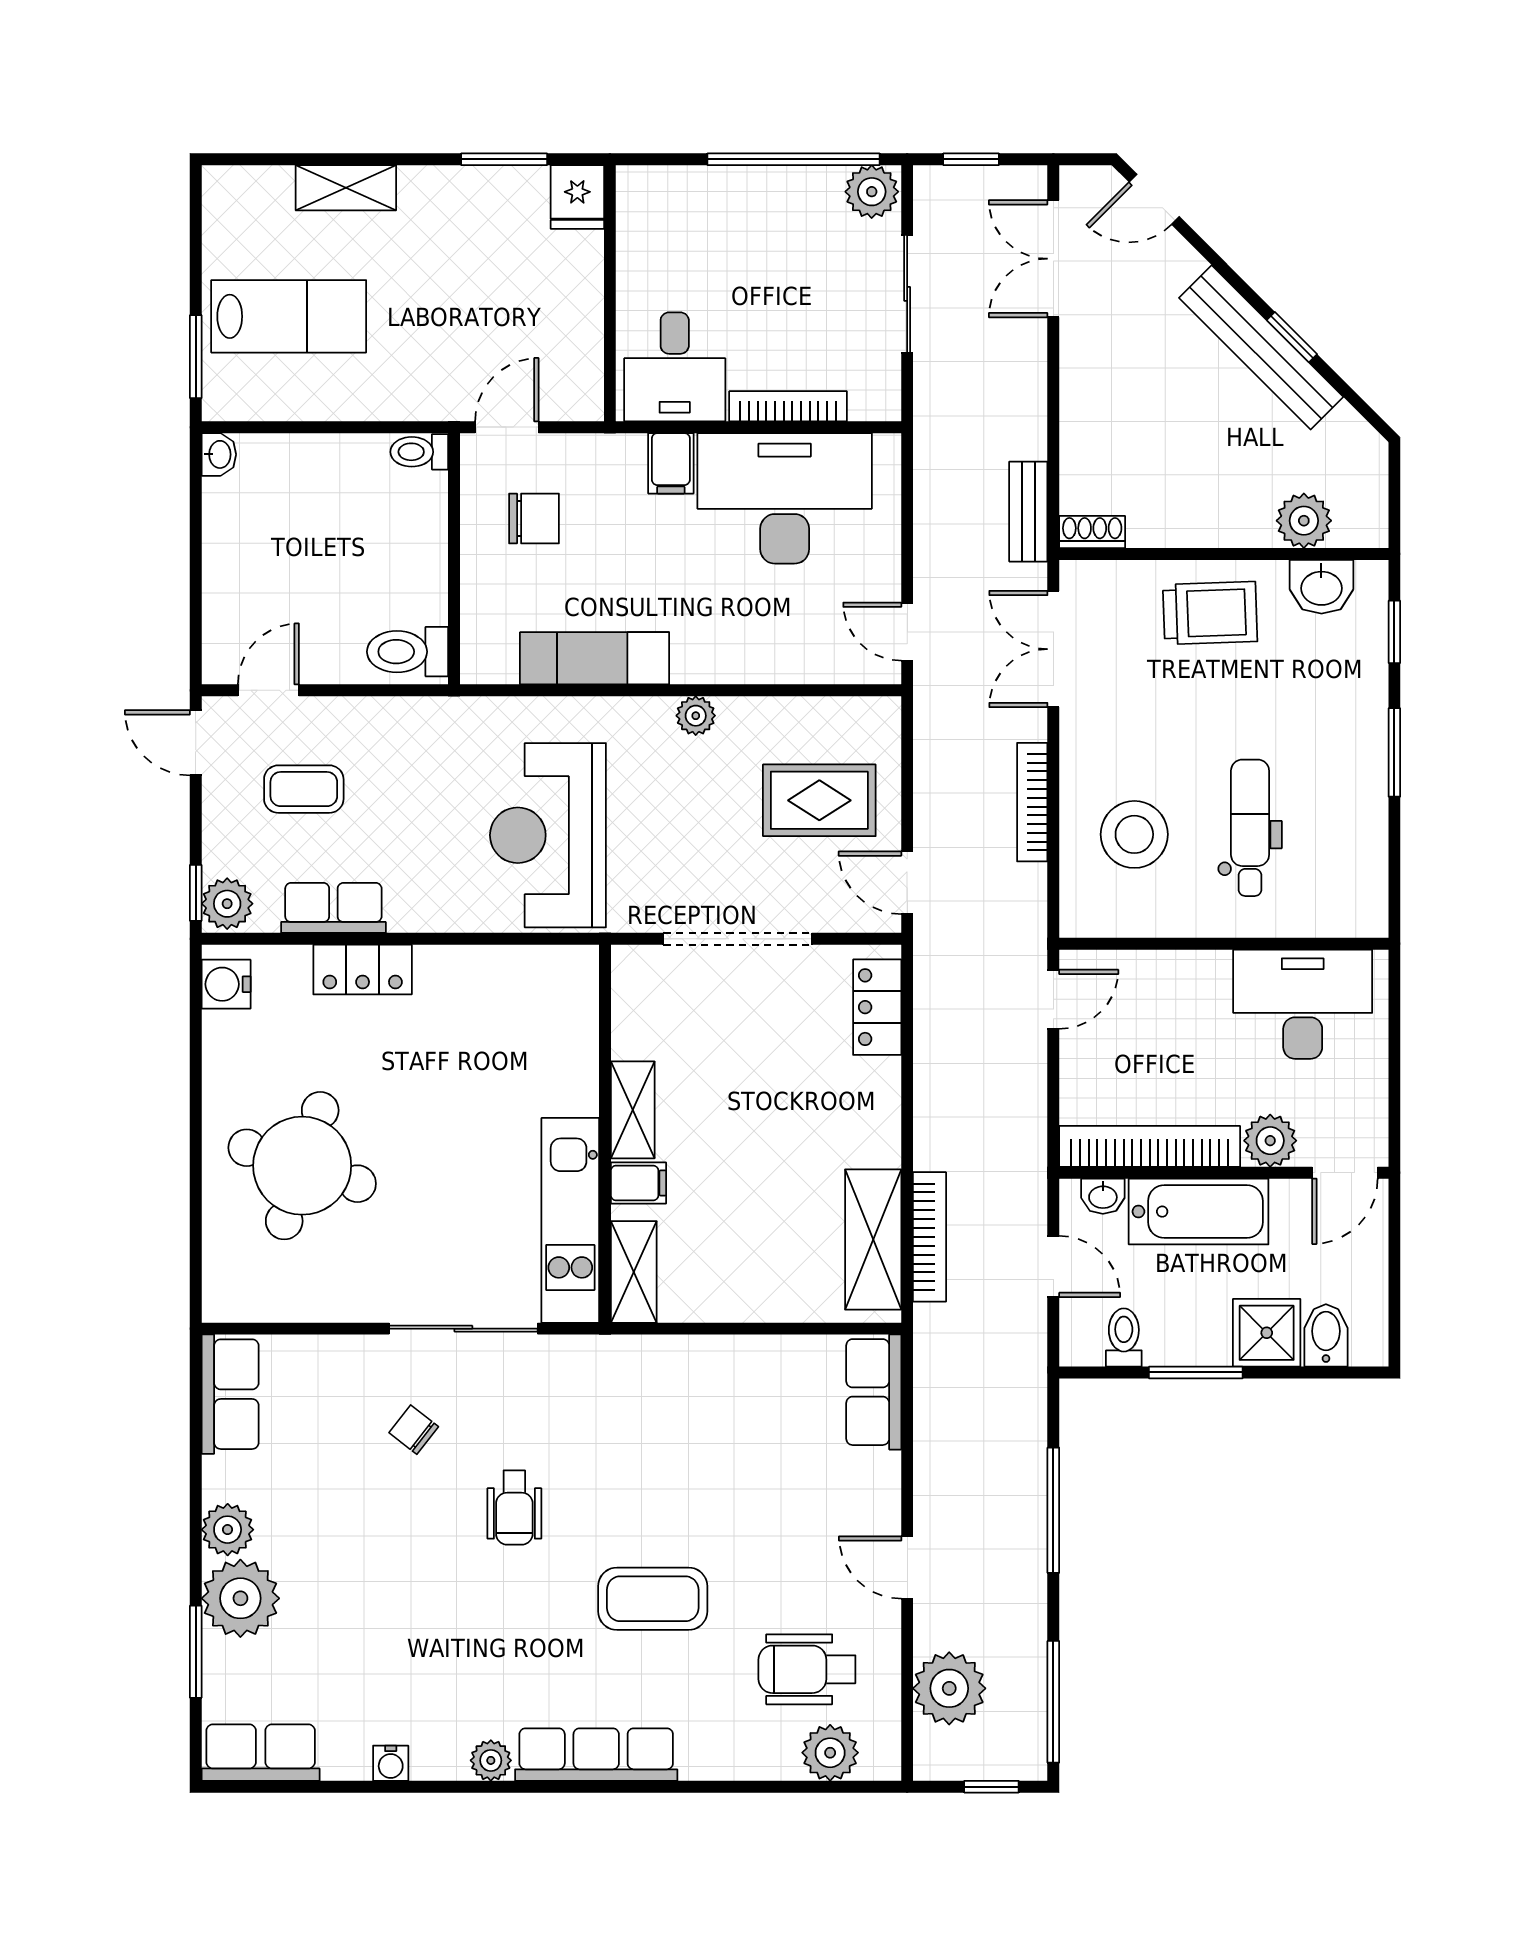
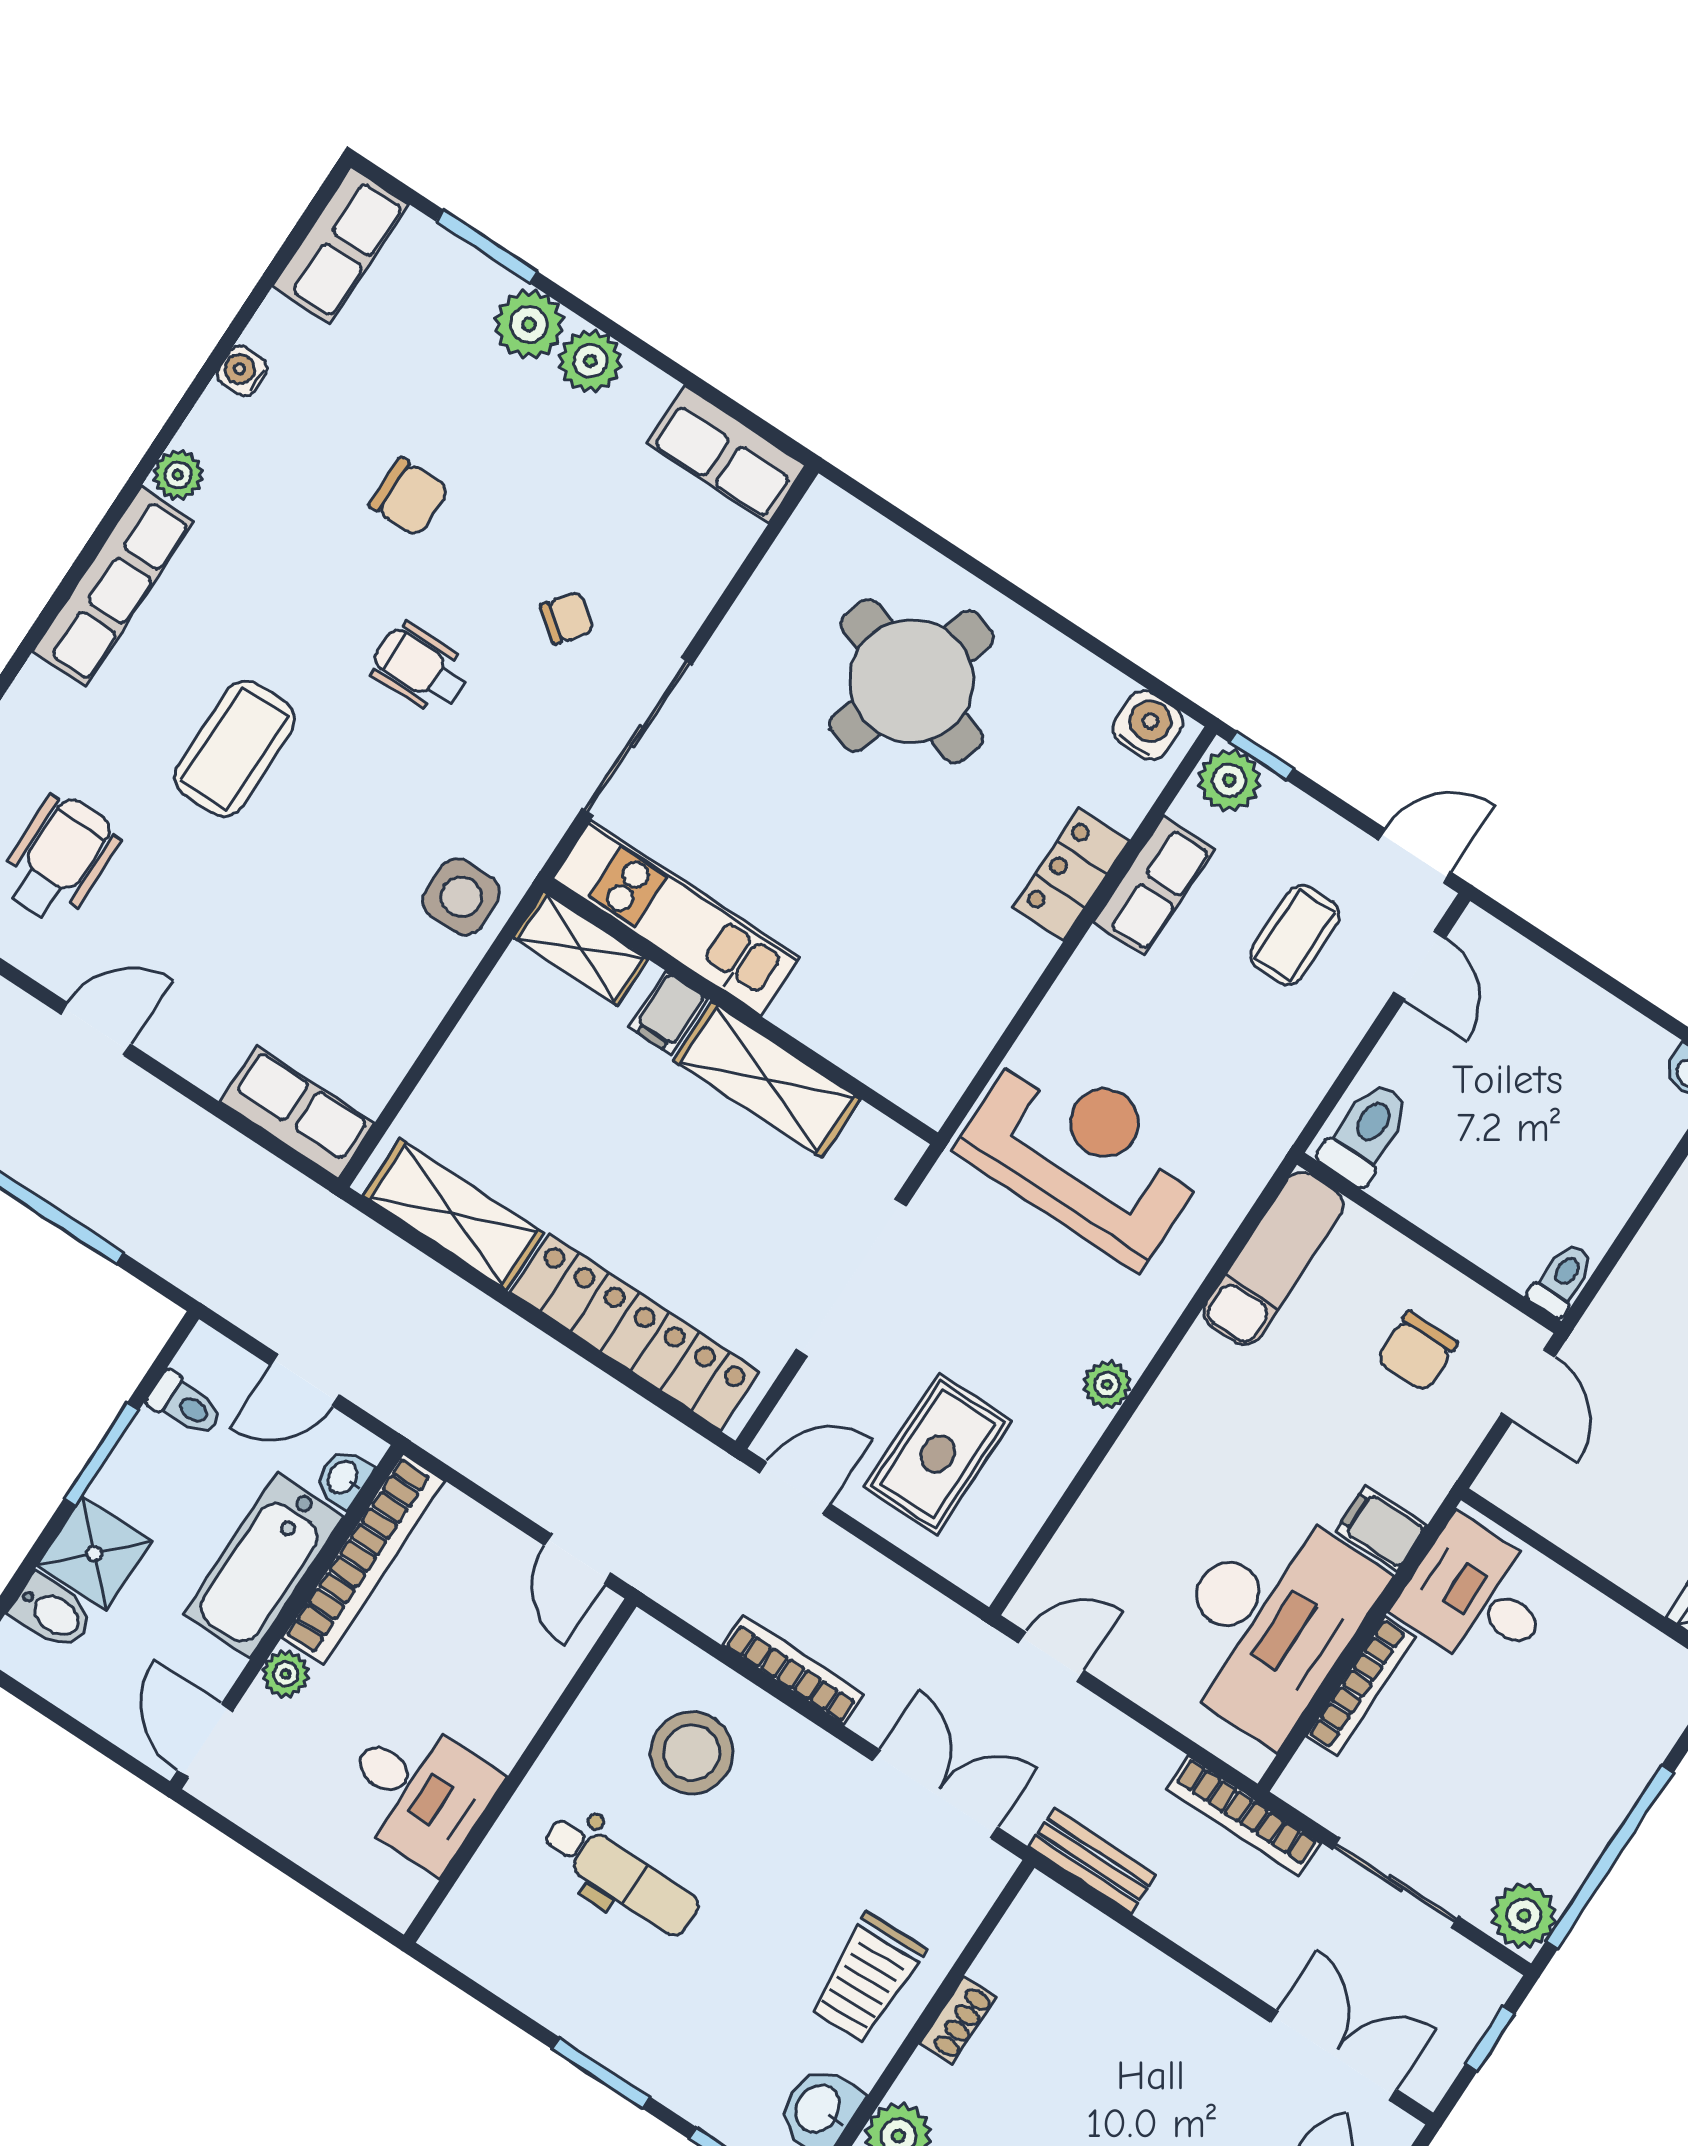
shoe rack: (1092, 532) -> (958, 2020), moved
exam couch: (595, 658) -> (1274, 1258), moved
desk: (1303, 1004) -> (418, 1791), width x0.73
locker: (877, 1007) -> (635, 1332), width x2.16, depth x1.21
shelving: (633, 1110) -> (767, 1080), width x1.50, depth x1.33
plant: (1270, 1141) -> (286, 1674), width x0.73, depth x0.73
bookcase: (930, 1237) -> (1244, 1816), moved
side table: (652, 1377) -> (461, 897), added
chair: (402, 1592) -> (409, 497), added
plant: (240, 1598) -> (529, 324), width x0.73, depth x0.73

